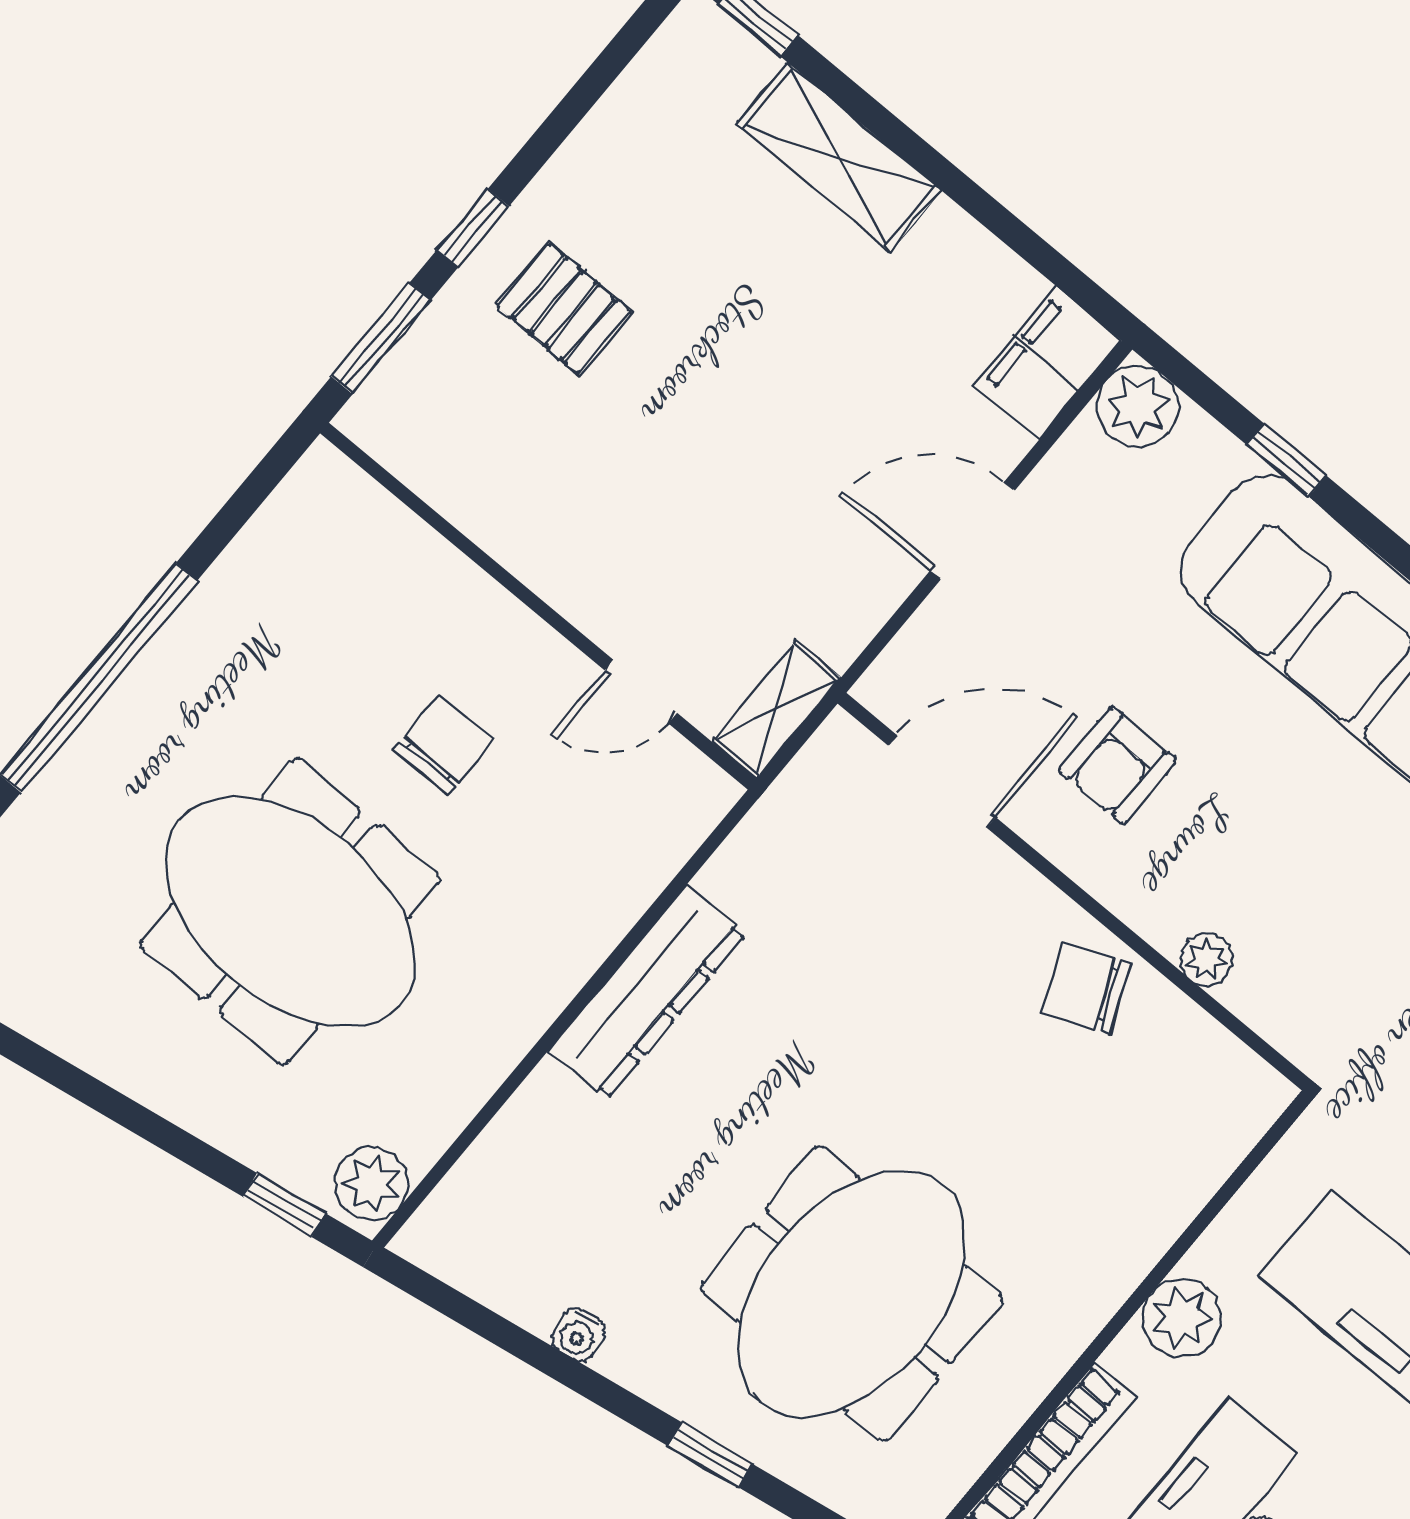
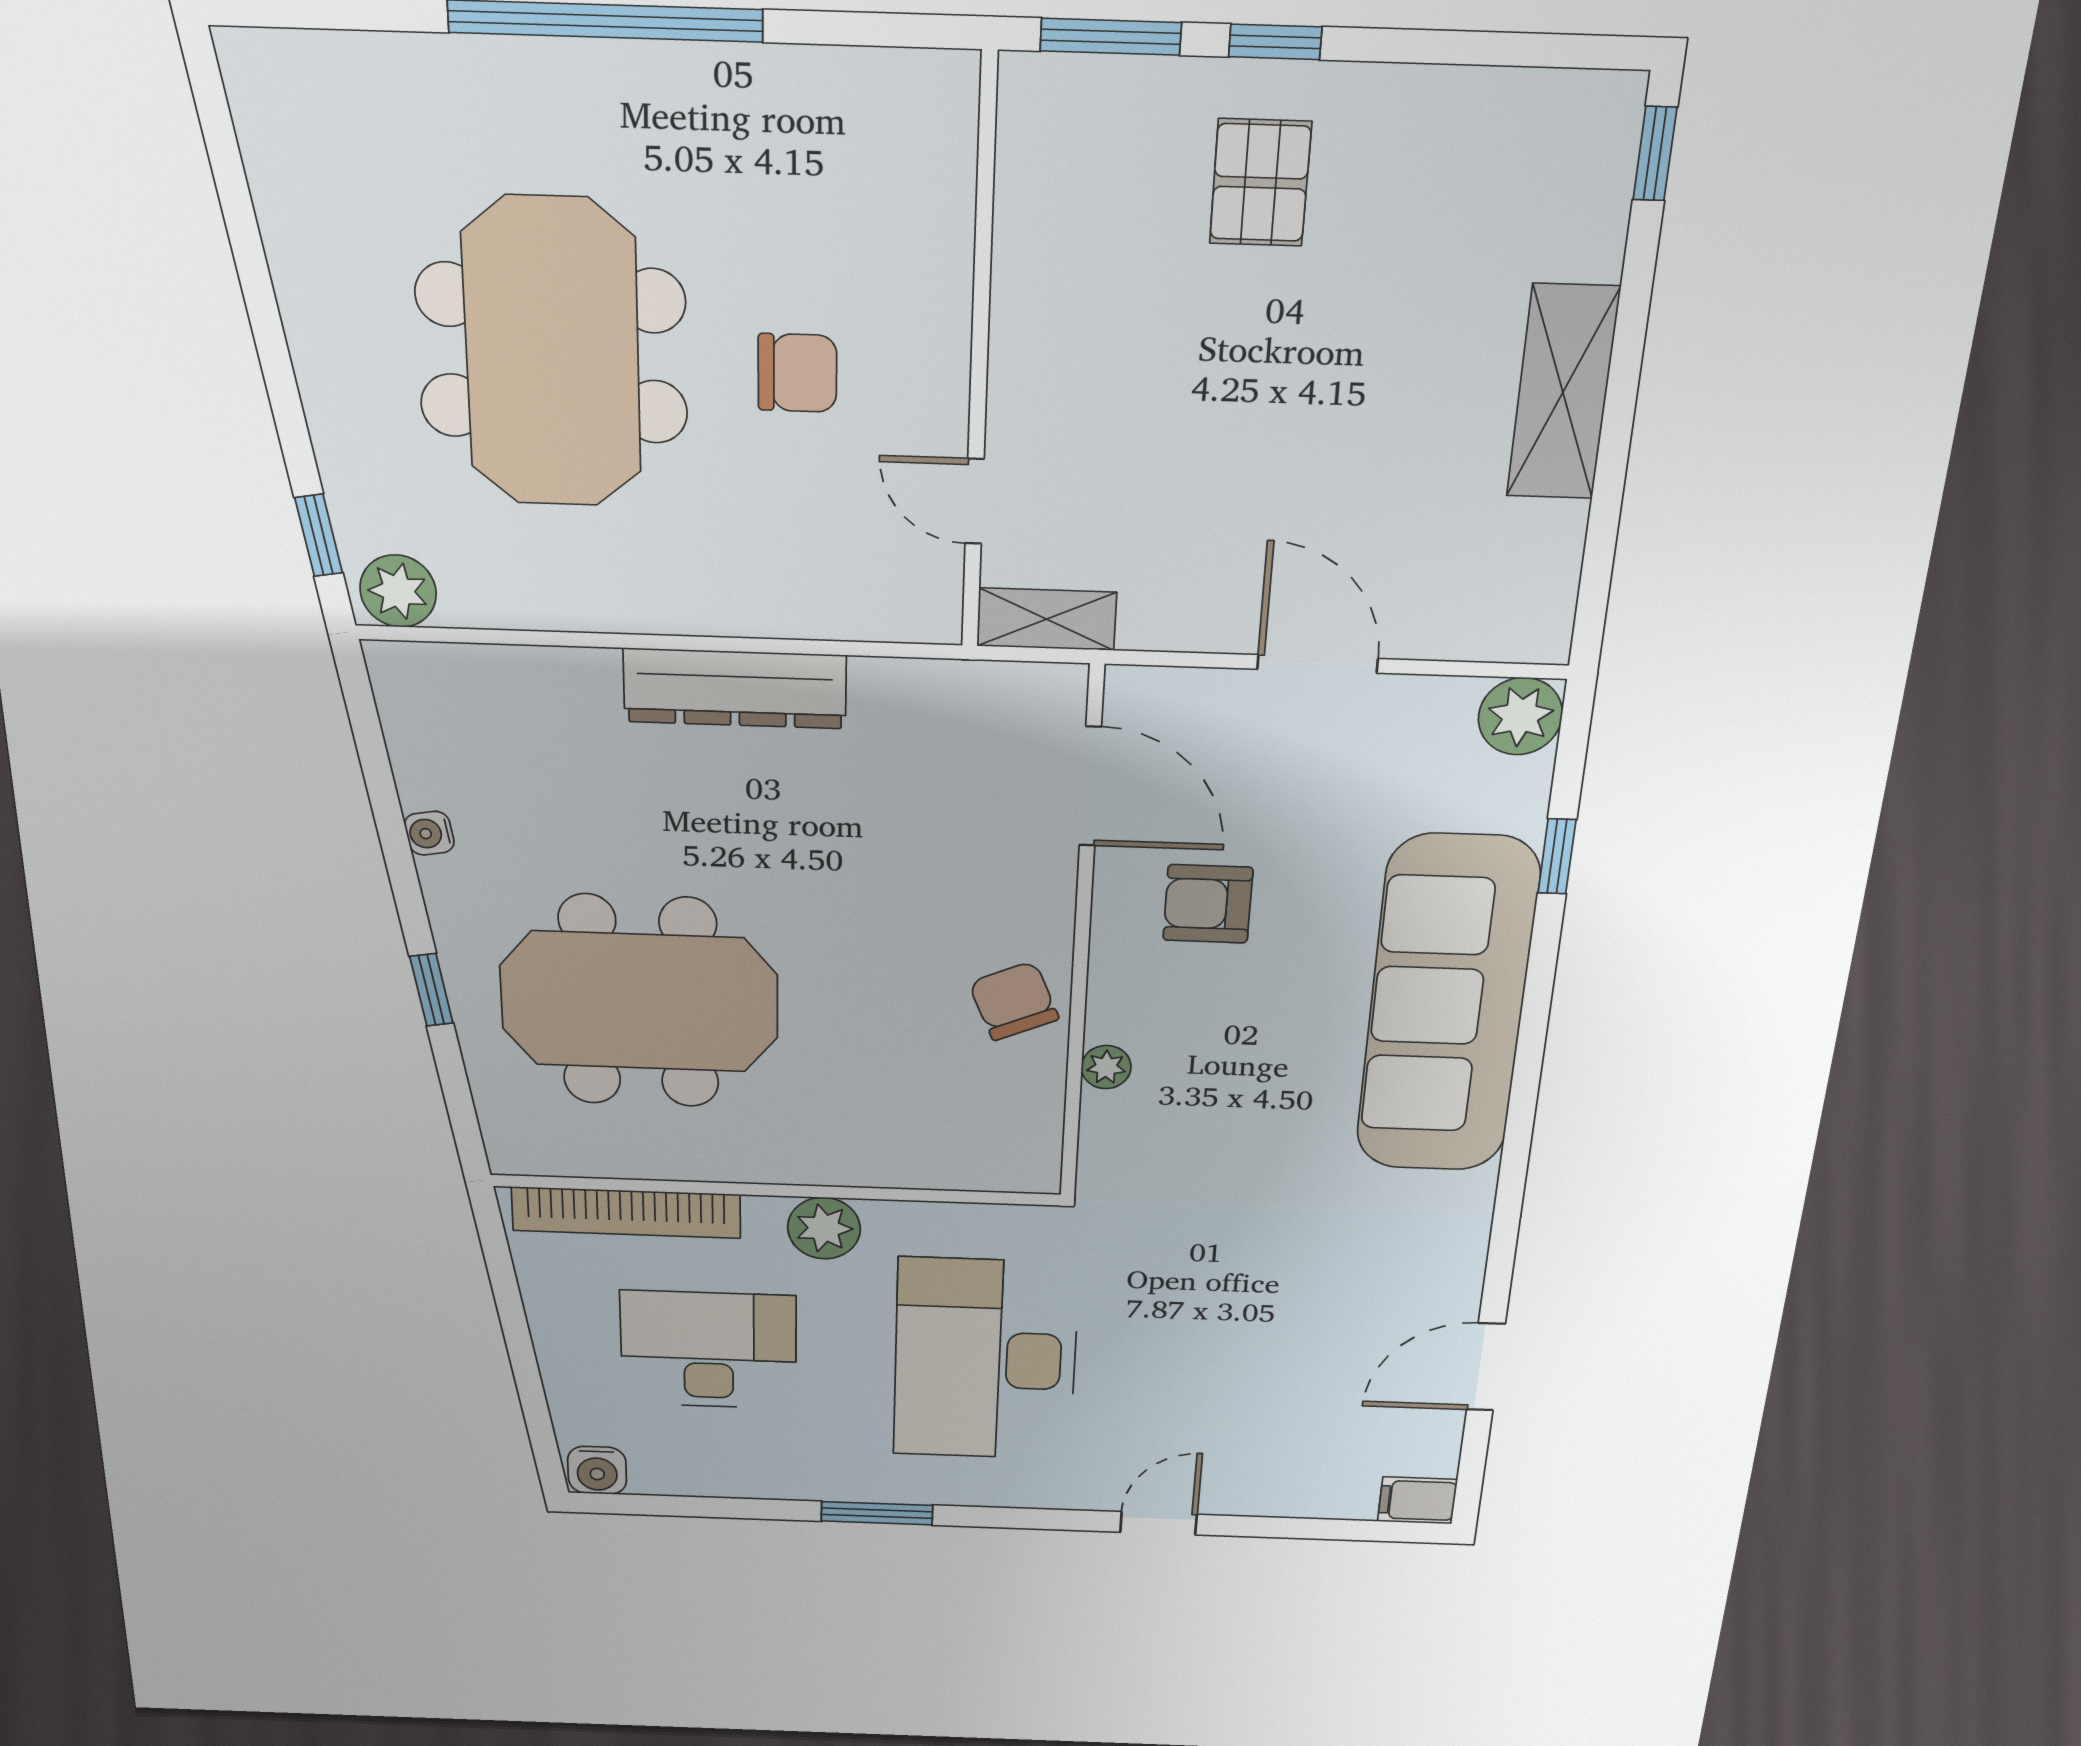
shelving: (839, 157) -> (1563, 392), moved
filing cabinet: (1047, 363) -> (1507, 621), removed

